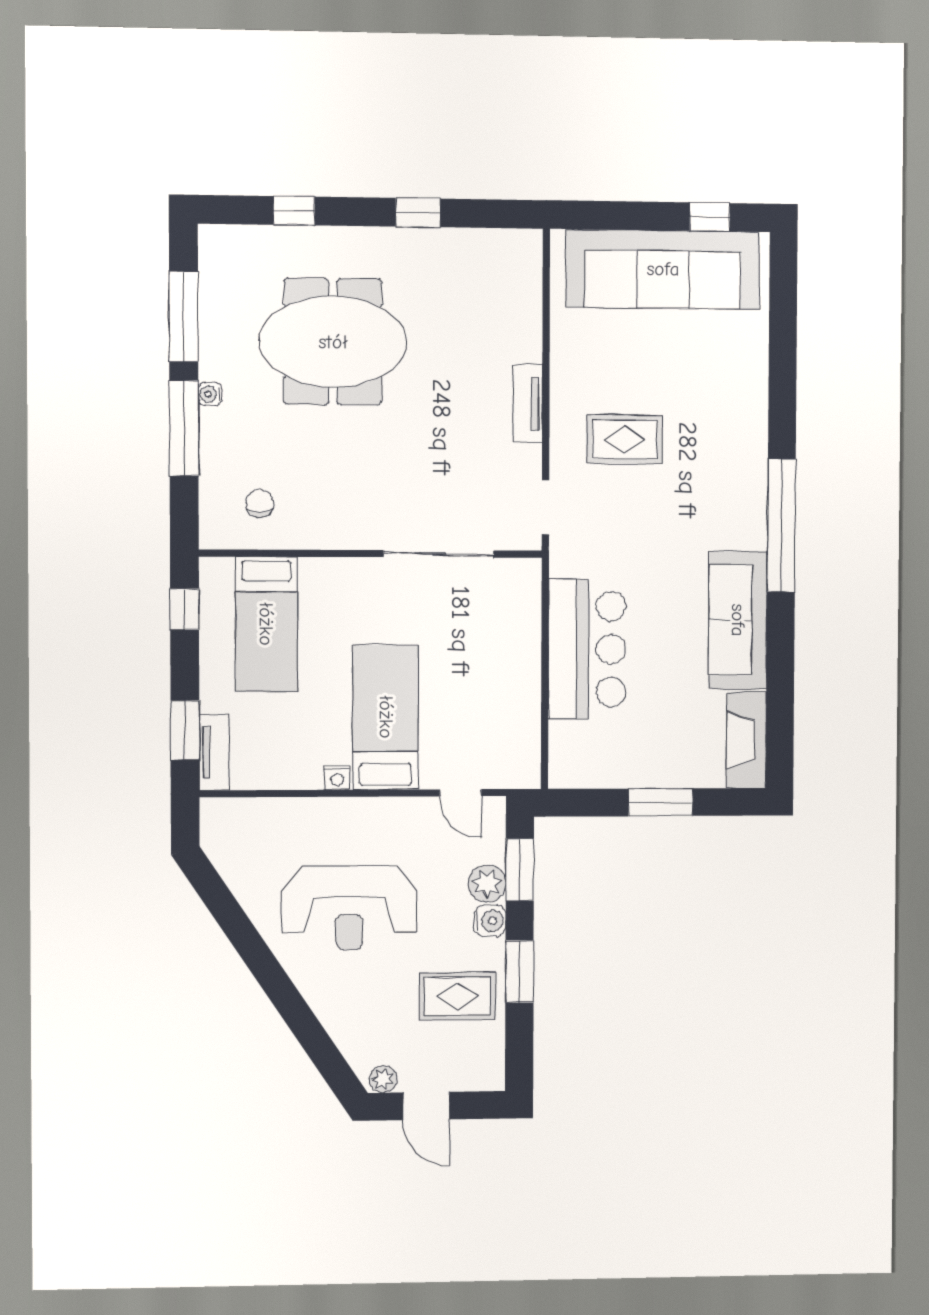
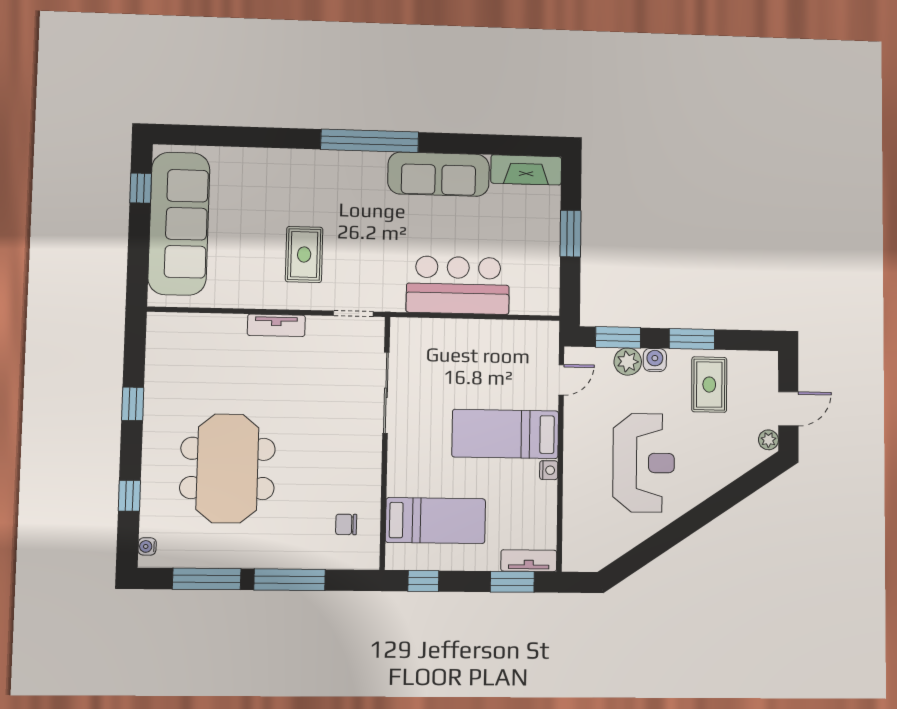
water cooler: (210, 394) -> (147, 546), moved, turned 90

